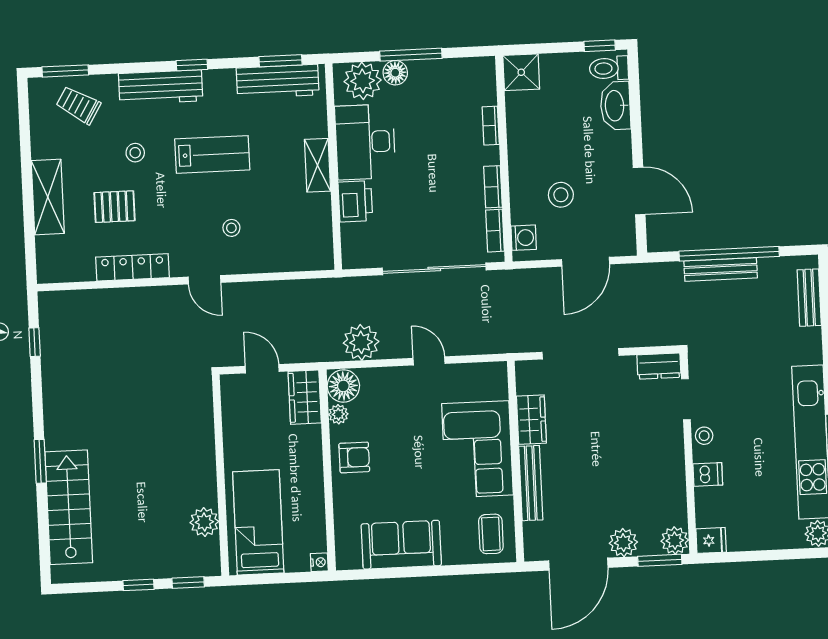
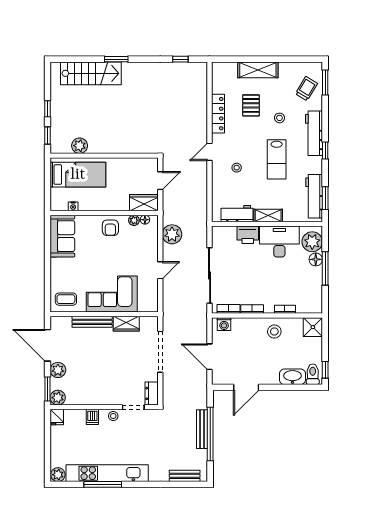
stool: (561, 195) -> (274, 332), moved
workbench: (317, 223) -> (237, 214), added
floor lamp: (343, 386) -> (145, 220), width x0.53, depth x0.53
sofa: (401, 545) -> (62, 236), moved
nightstand: (319, 562) -> (73, 206), moved

